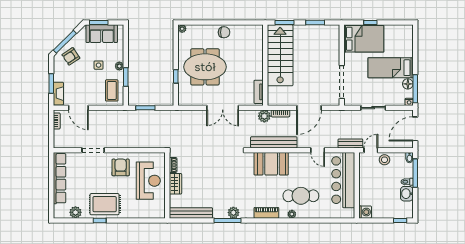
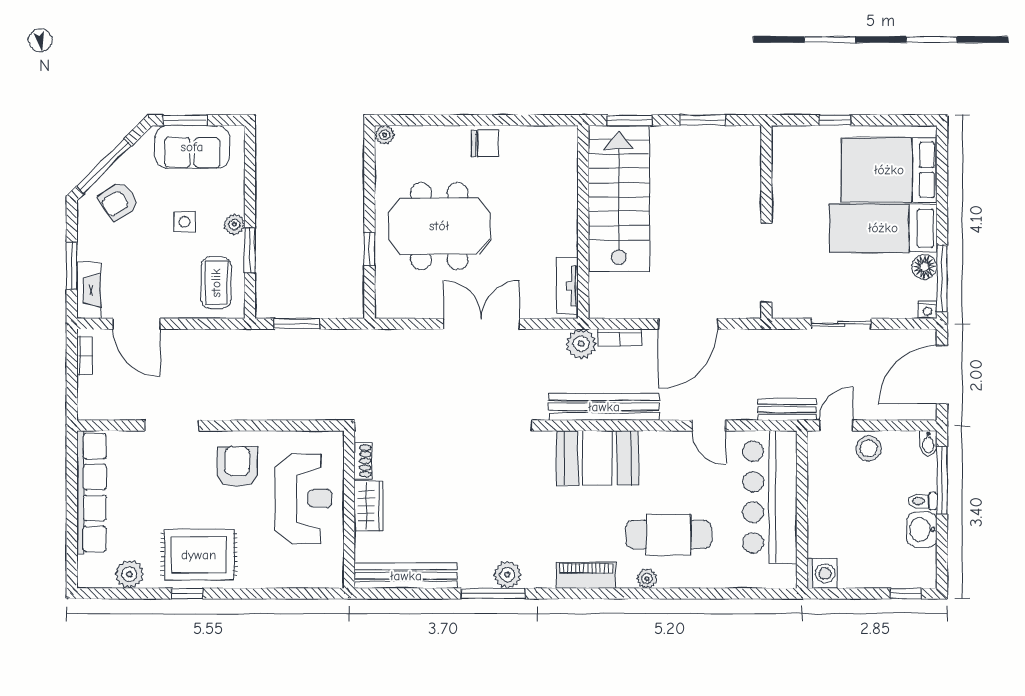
bed: (364, 39) -> (889, 170), moved, turned 180
double door: (223, 108) -> (482, 324), swing flipped

